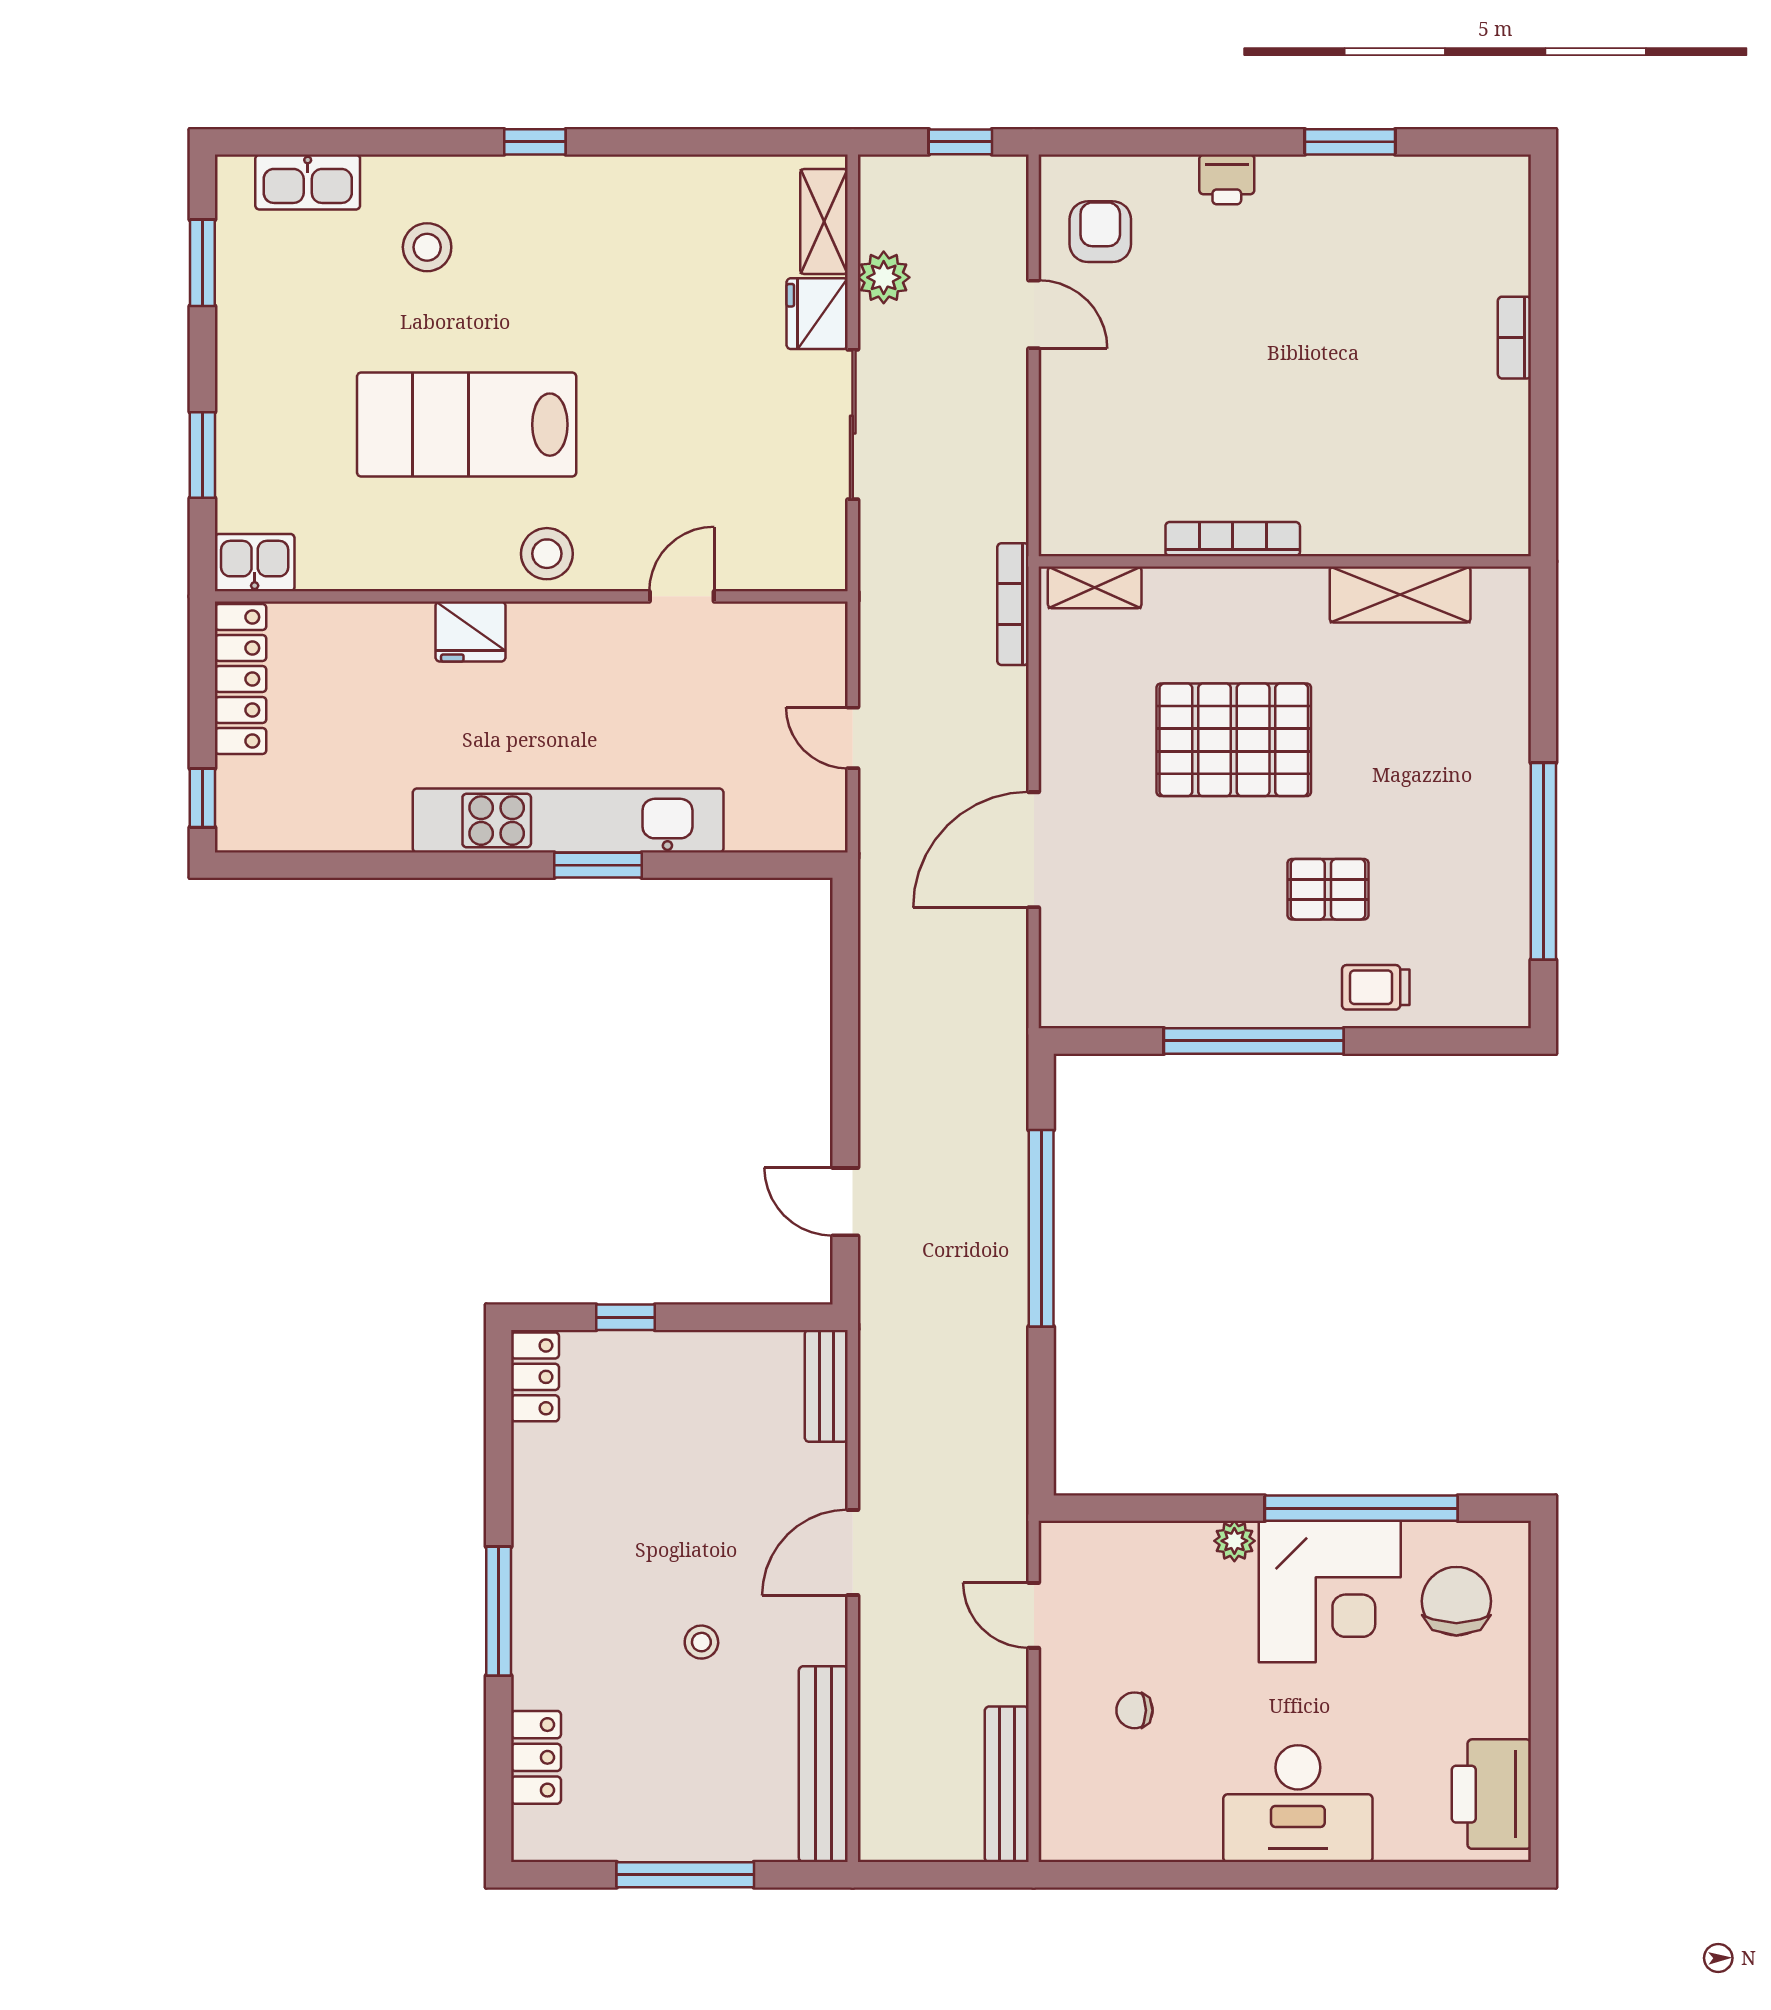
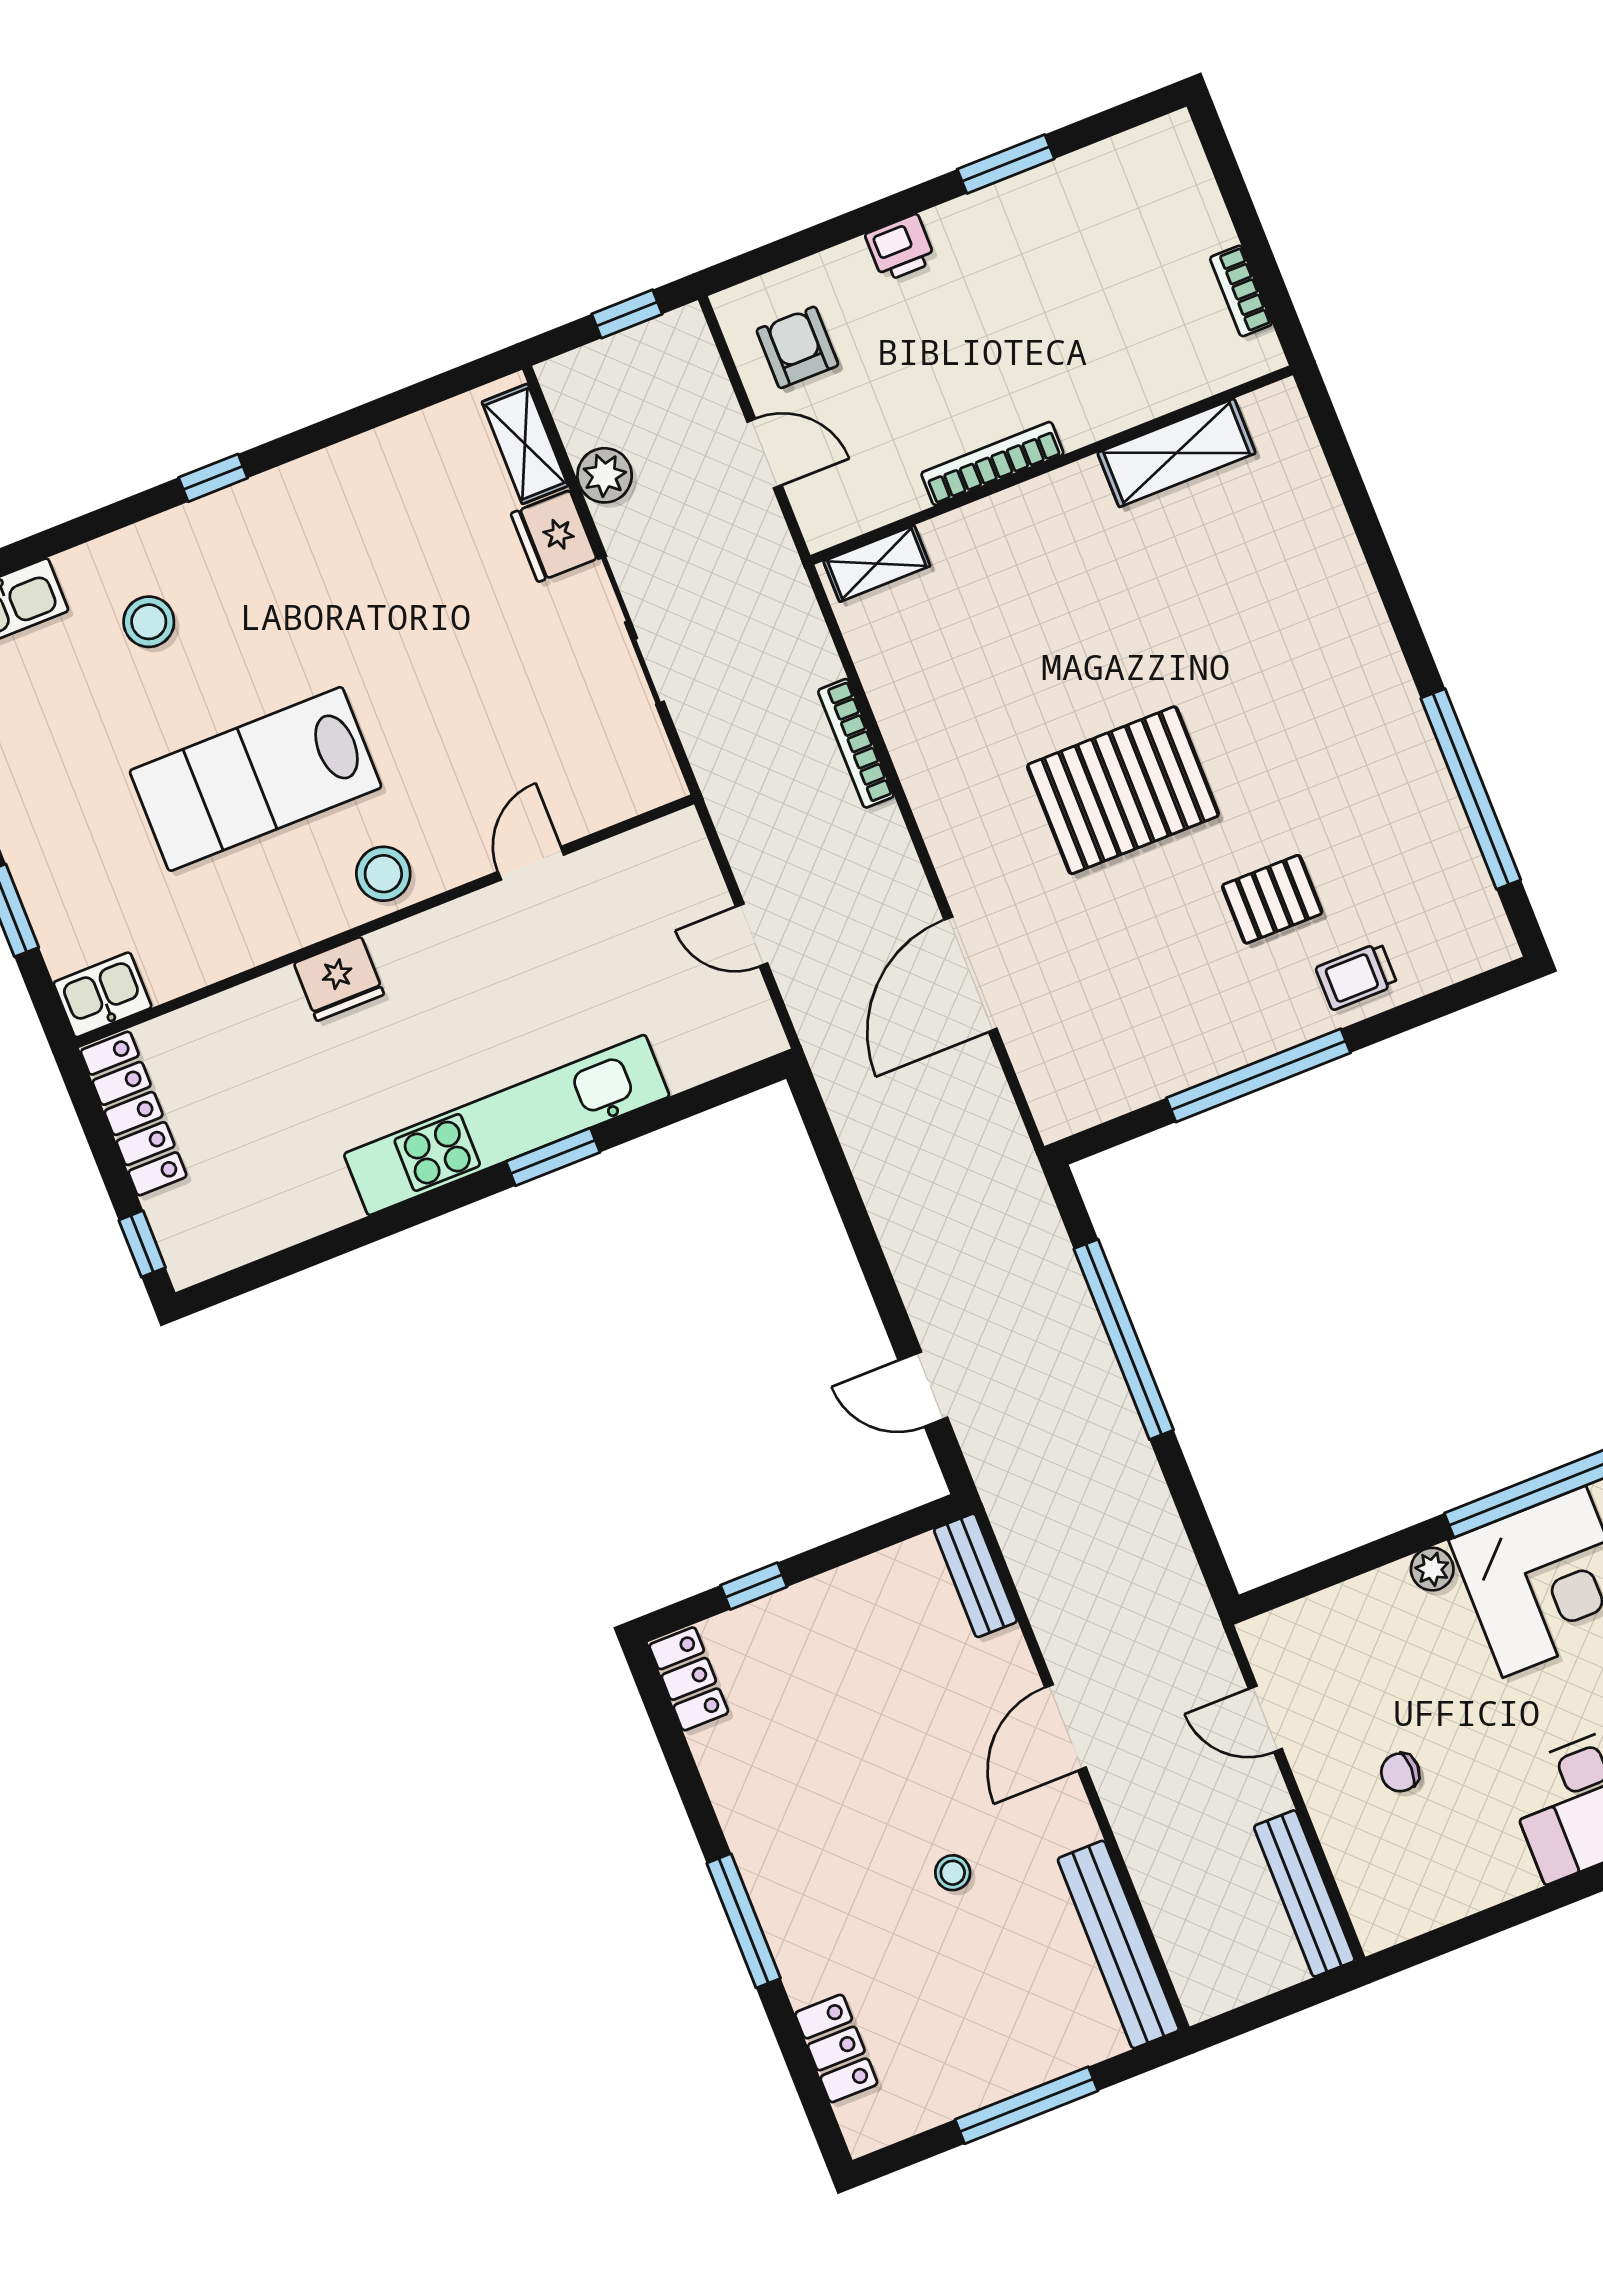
bookcase: (1233, 539) -> (992, 464), moved
wall: (1285, 561) -> (1052, 465), moved
shelving: (1095, 587) -> (877, 564), moved
shelving: (1400, 594) -> (1177, 453), moved

